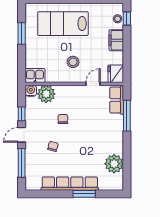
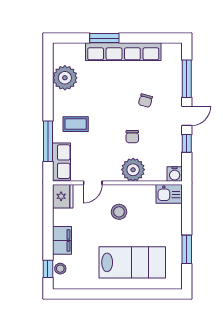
plant: (46, 94) -> (133, 170), moved
coffee table: (106, 129) -> (76, 124), added

